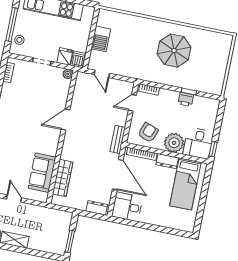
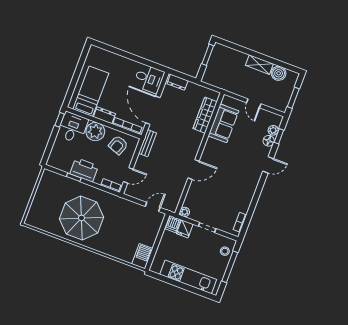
barbecue: (101, 39) -> (142, 256), moved
parasol: (174, 51) -> (81, 218), width x1.36, depth x1.36
door: (102, 74) -> (153, 207), hinge flipped
printer: (186, 99) -> (84, 170), width x1.87, depth x1.48

